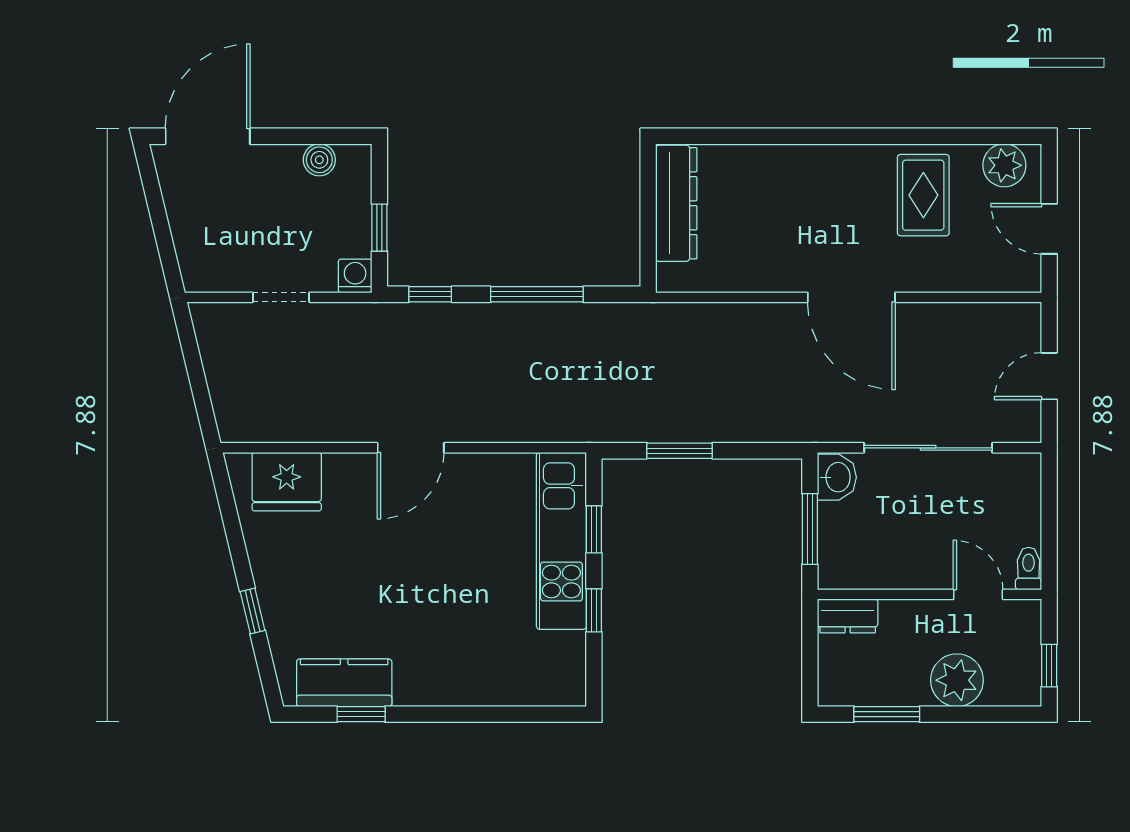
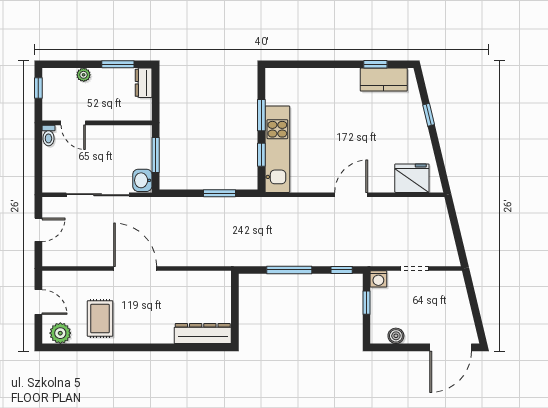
dresser: (676, 203) -> (203, 334), moved, turned 90
window: (594, 610) -> (261, 115), width x1.50
dresser: (848, 616) -> (144, 83), moved, turned -90
plant: (957, 680) -> (84, 75), width x0.53, depth x0.53

